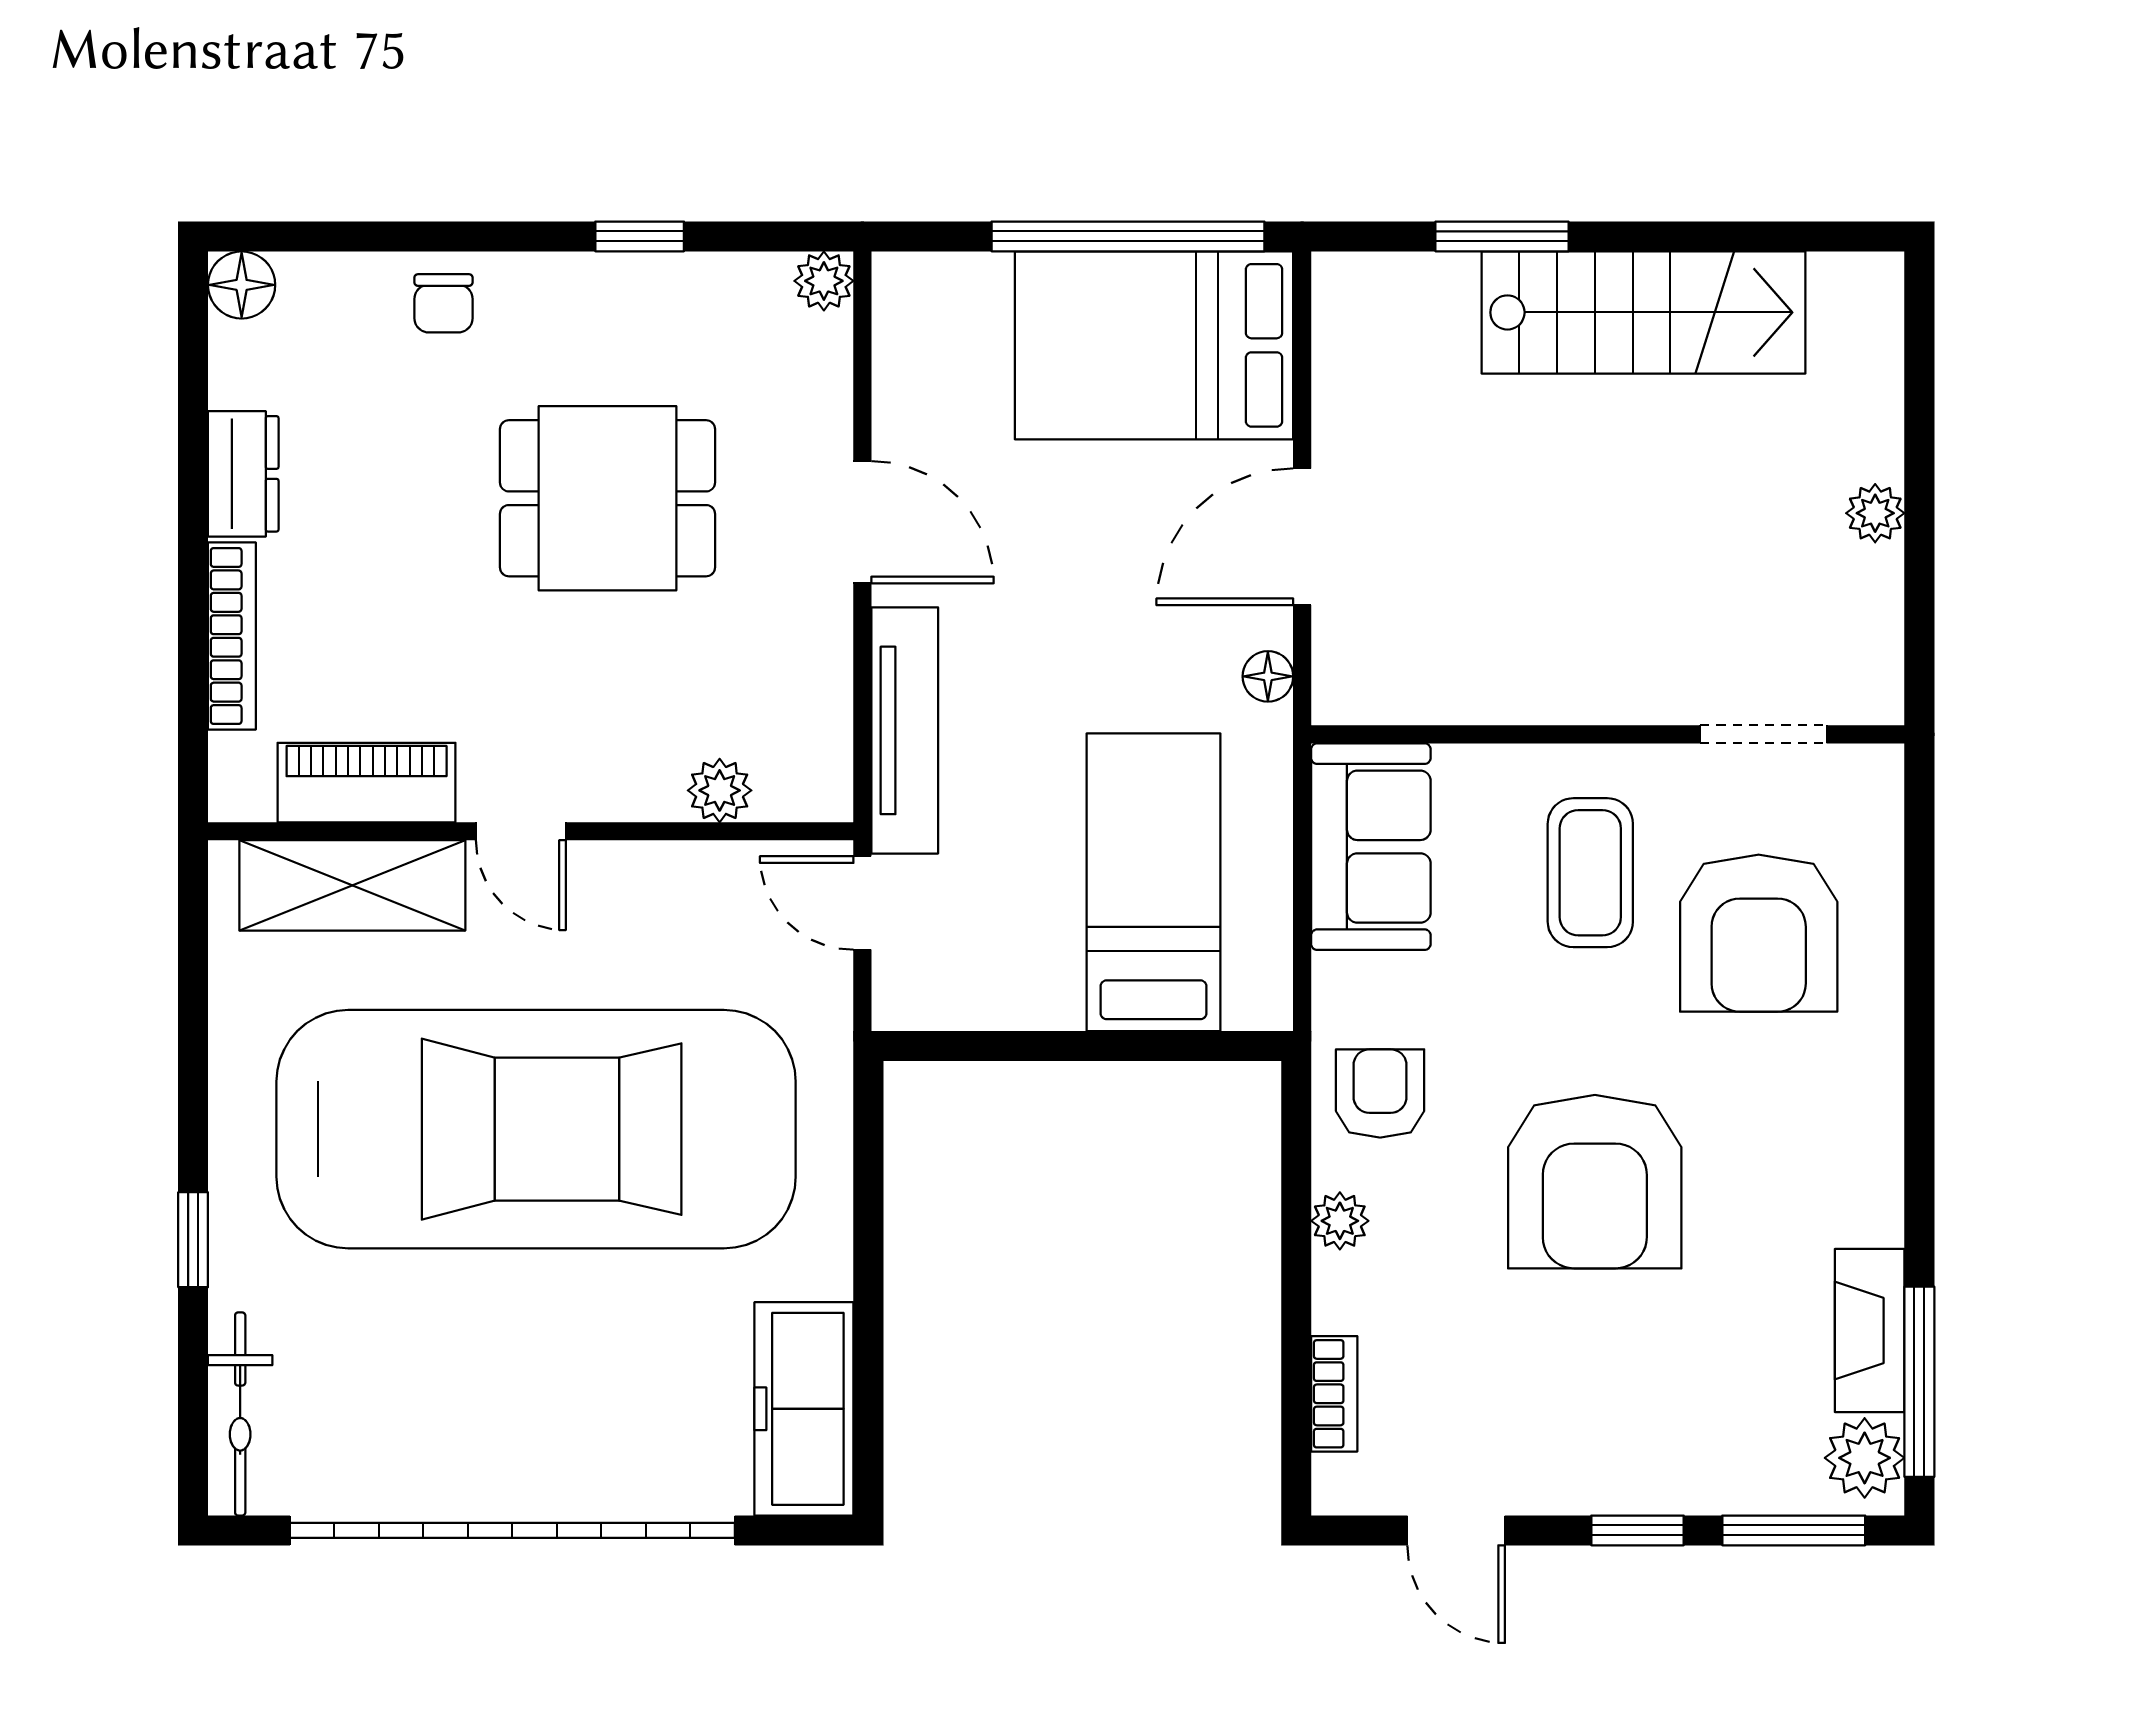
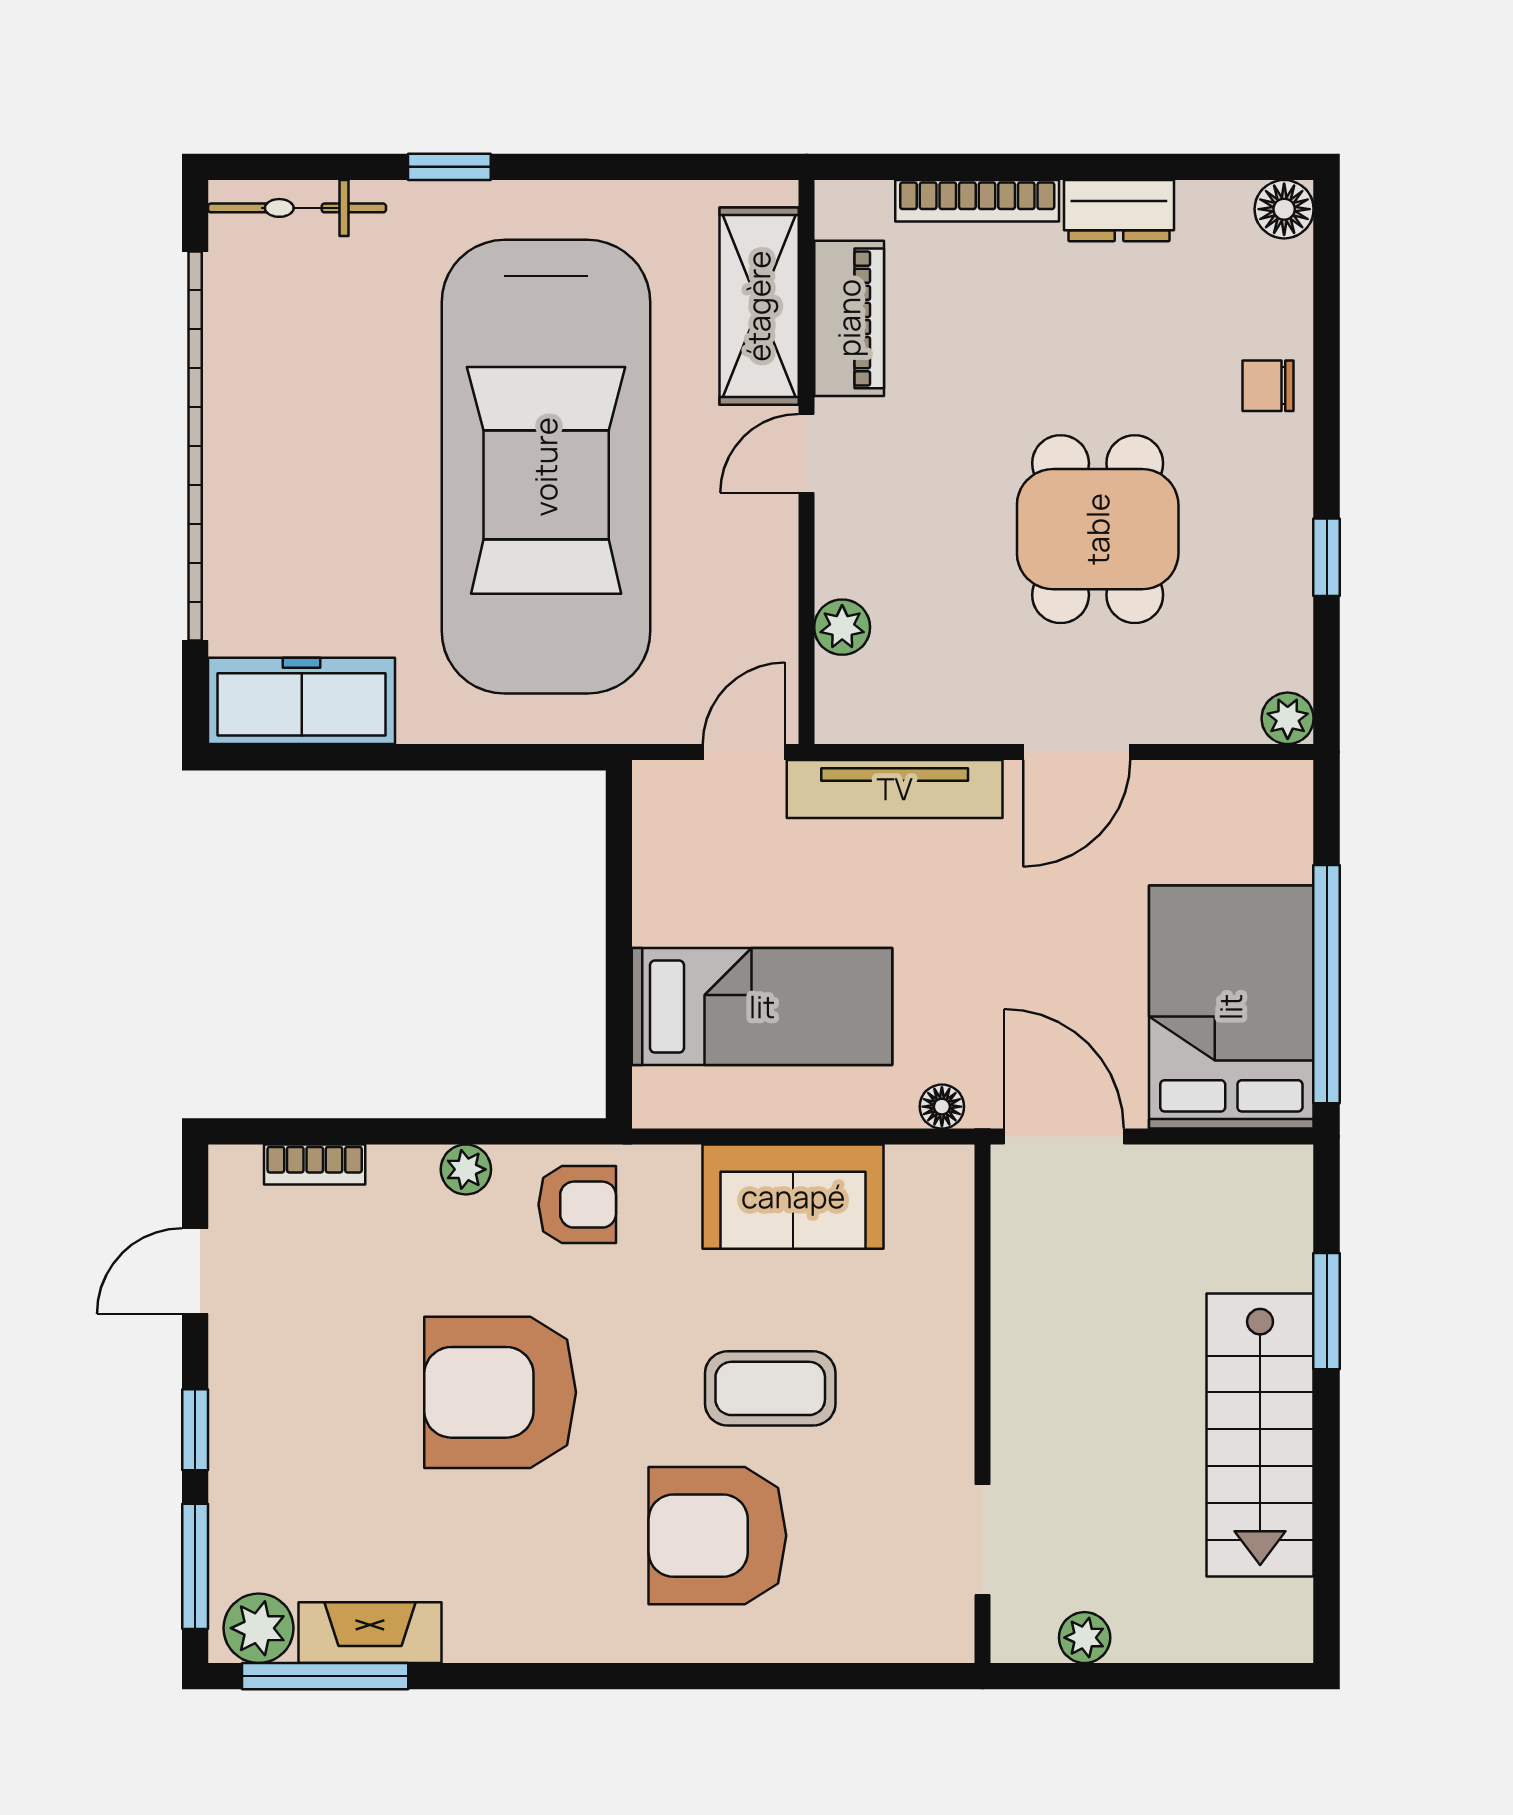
wall: (1608, 734) -> (982, 1404), moved
doorway: (1763, 734) -> (982, 1540), moved

